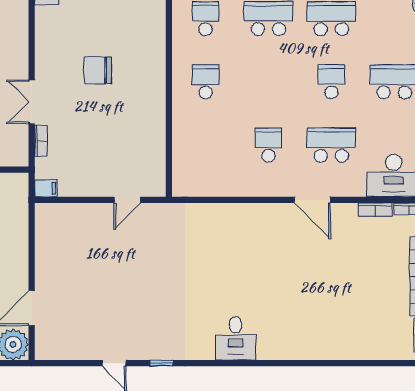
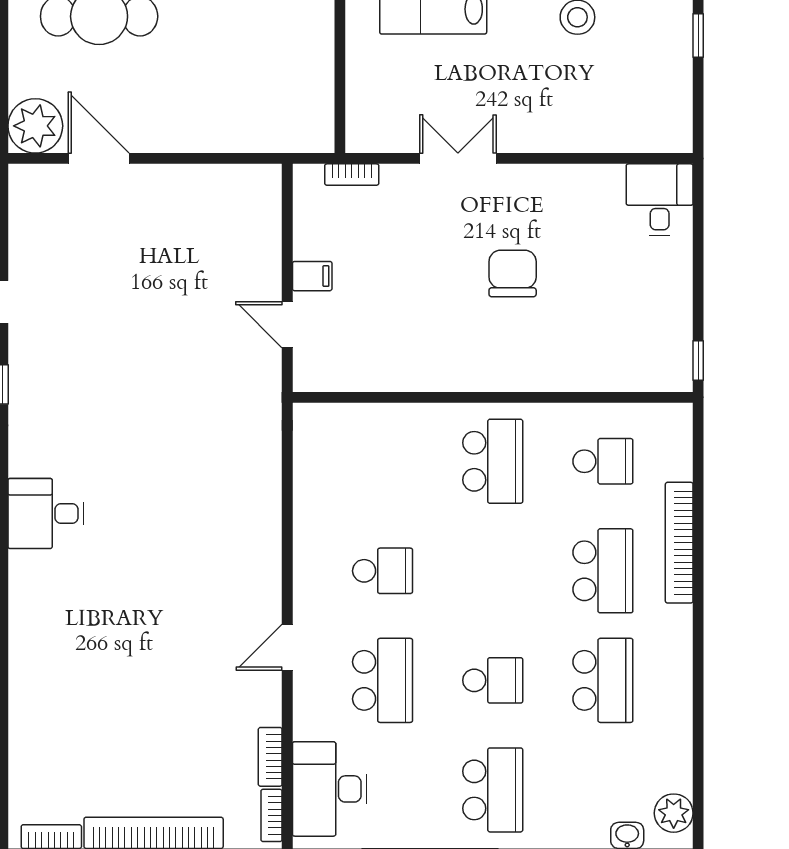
school desk: (206, 82) -> (493, 461), width x1.85
bookcase: (41, 141) -> (352, 175), moved
filing cabinet: (46, 188) -> (312, 276), moved, turned -90
door: (312, 200) -> (287, 647), width x0.73

